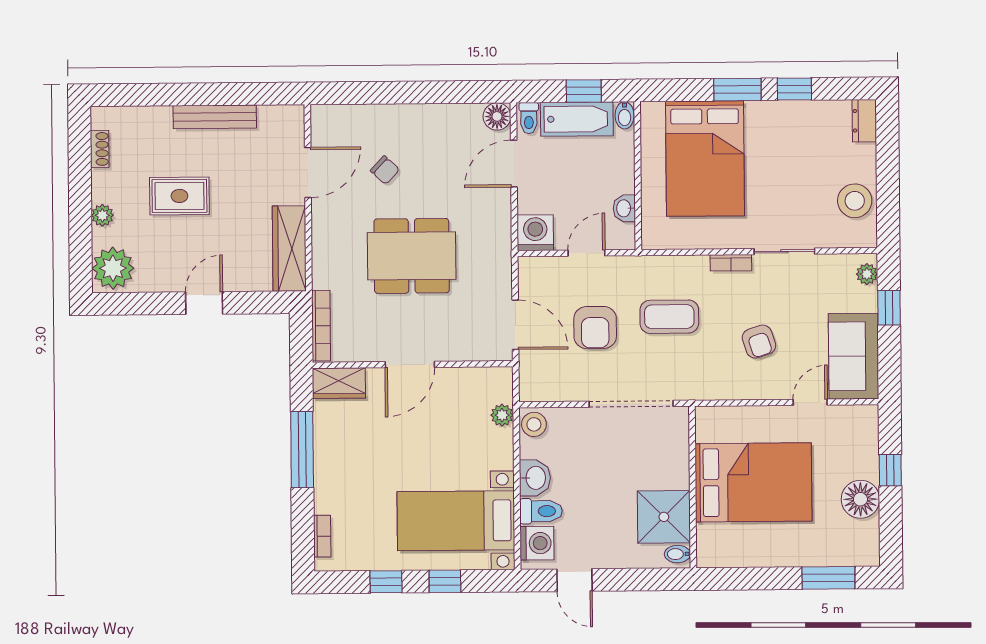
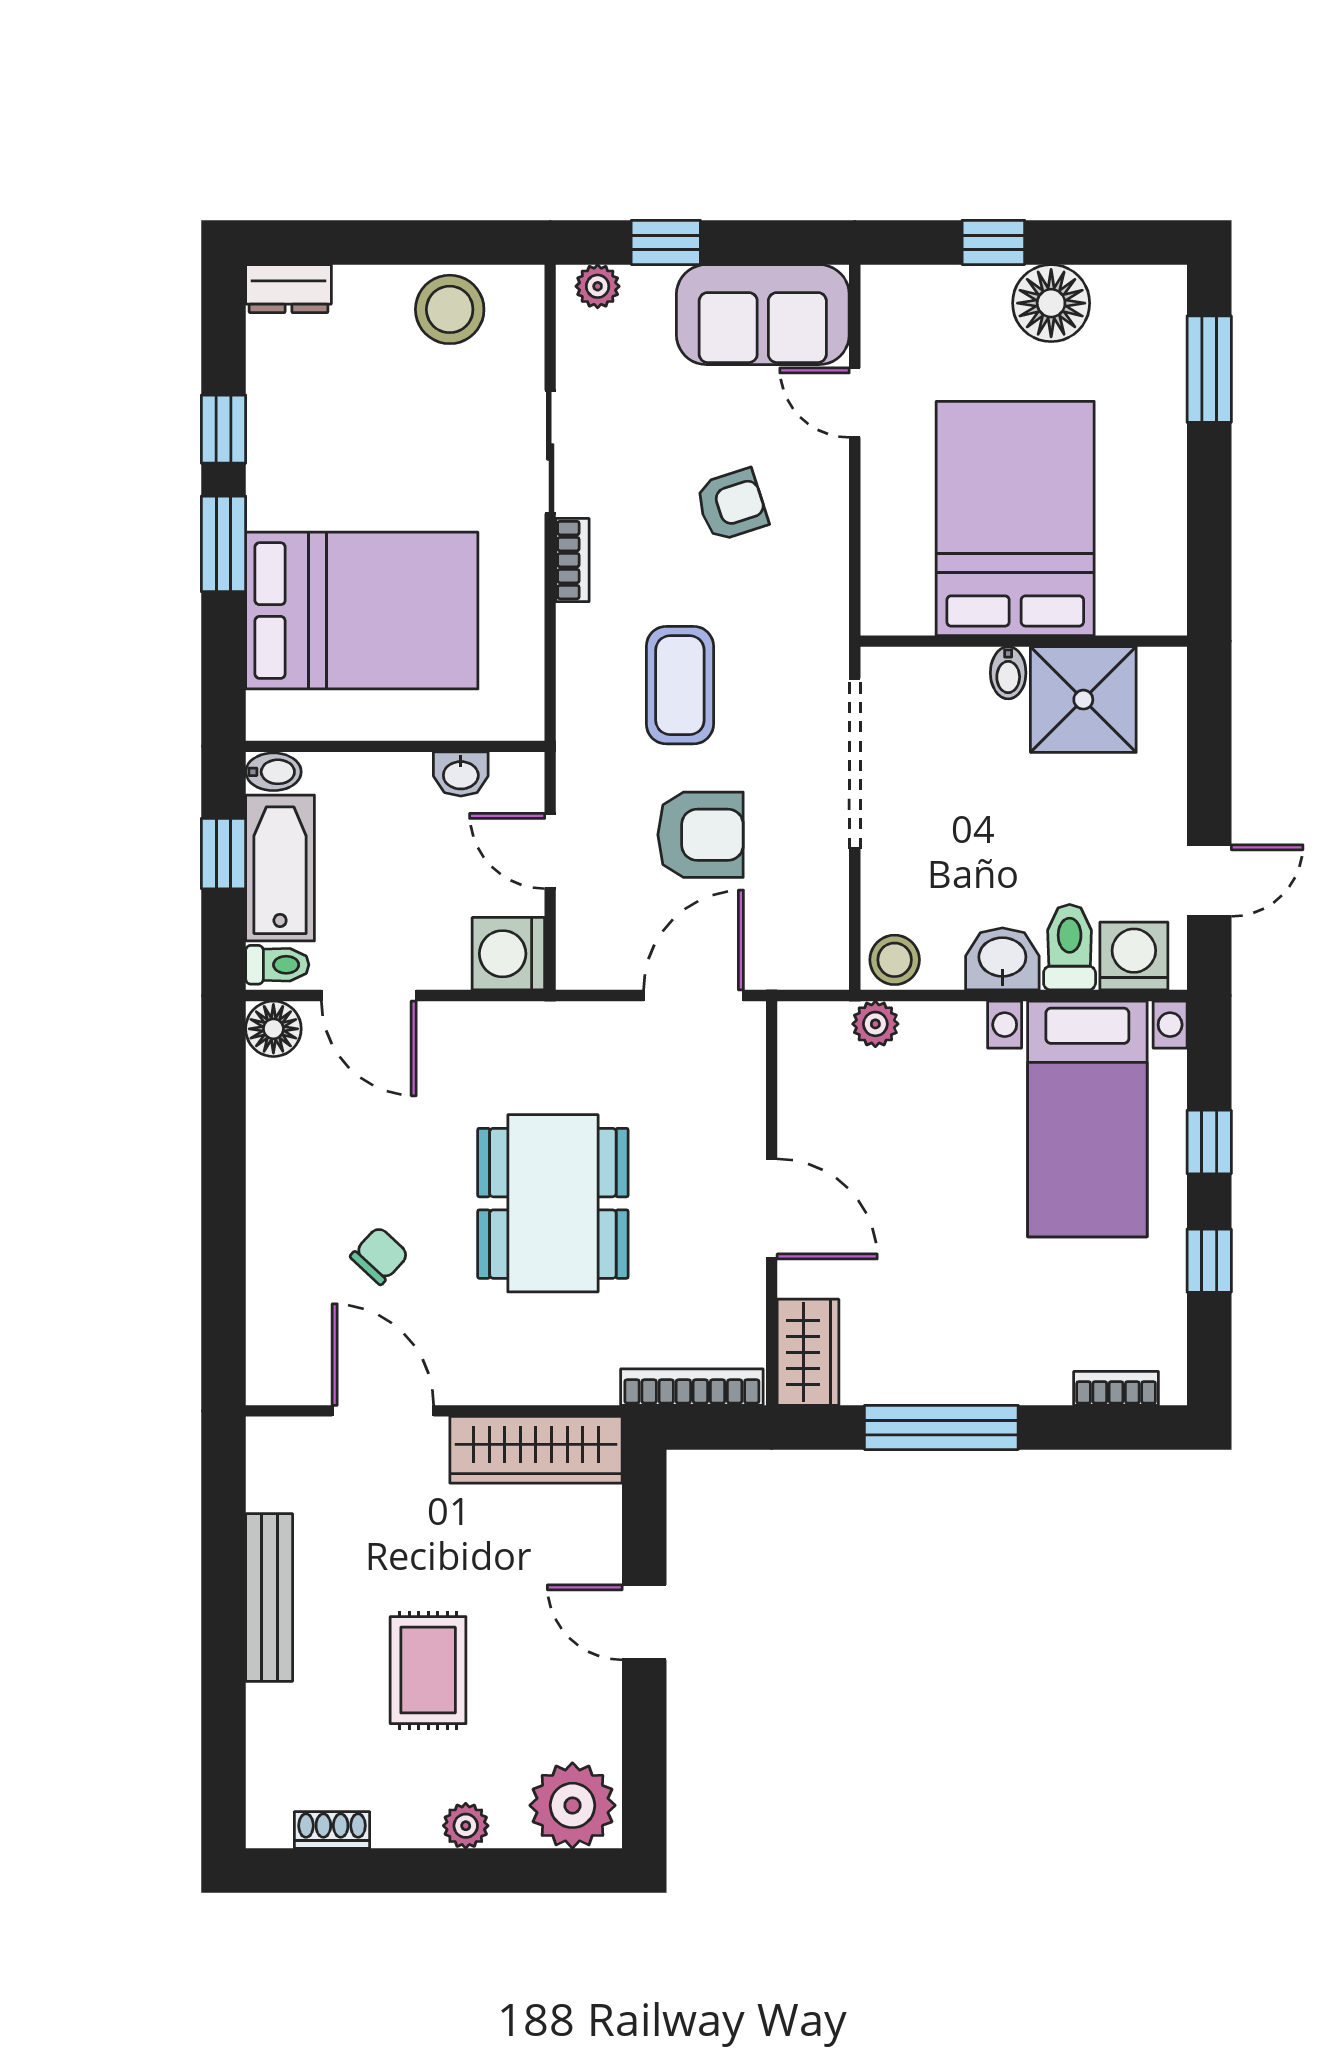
bidet: (677, 554) -> (1008, 673), moved

